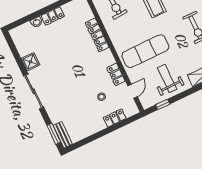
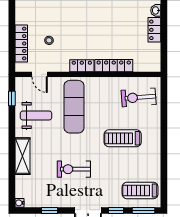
locker: (116, 74) -> (82, 66), moved
locker: (115, 118) -> (21, 44), width x1.53

